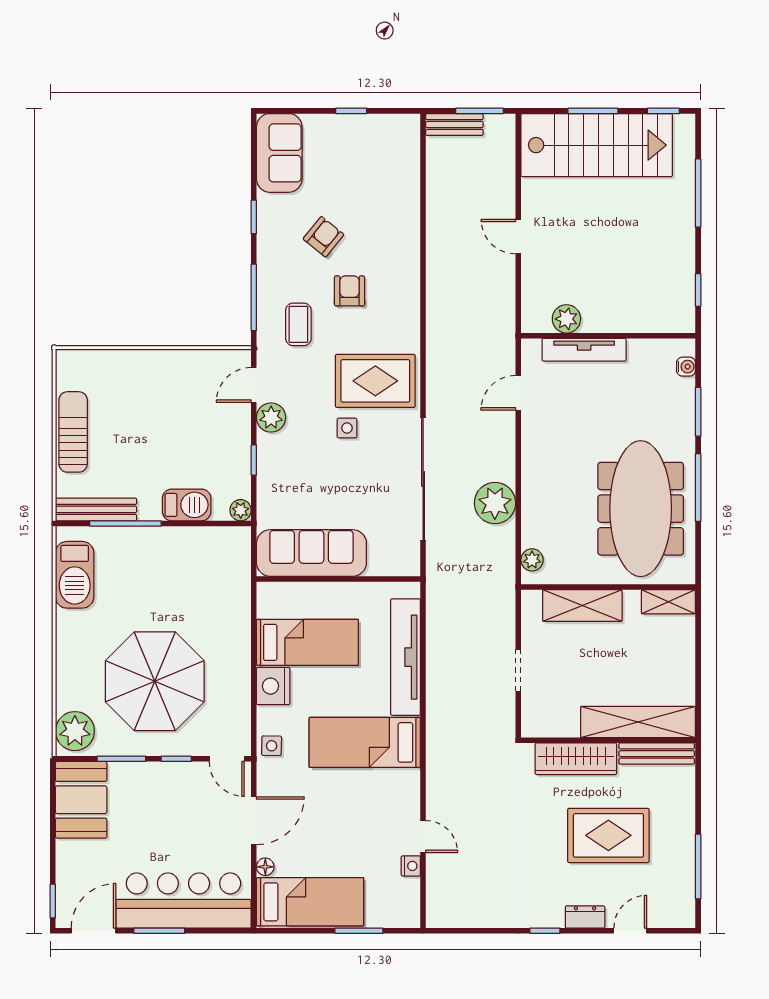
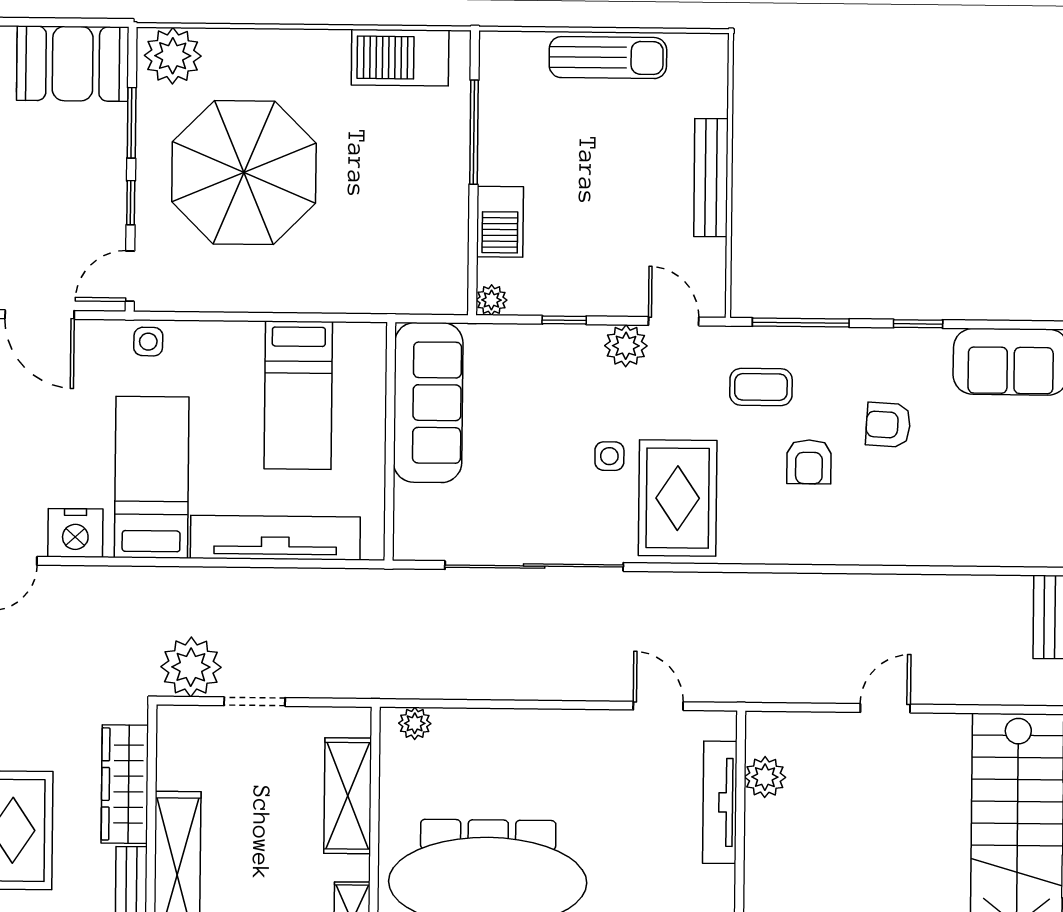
armchair: (323, 237) -> (888, 425), turned 144
armchair: (349, 291) -> (809, 462), turned 90
plant: (495, 503) -> (191, 667), moved
bench: (96, 509) -> (711, 178), moved
nightstand: (273, 686) -> (75, 533), moved, turned 180

